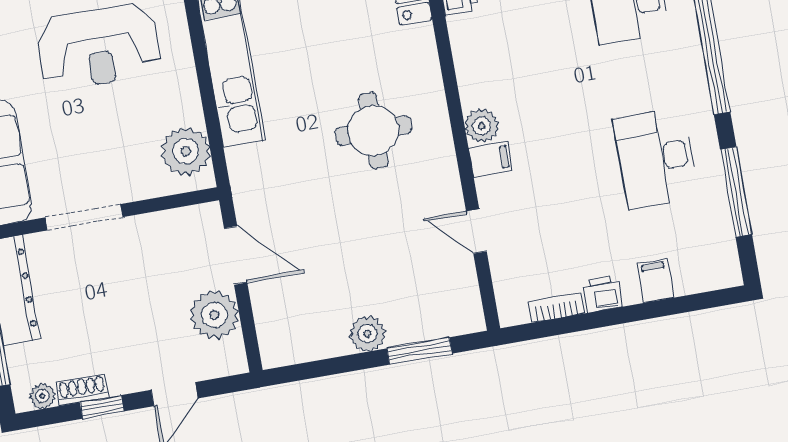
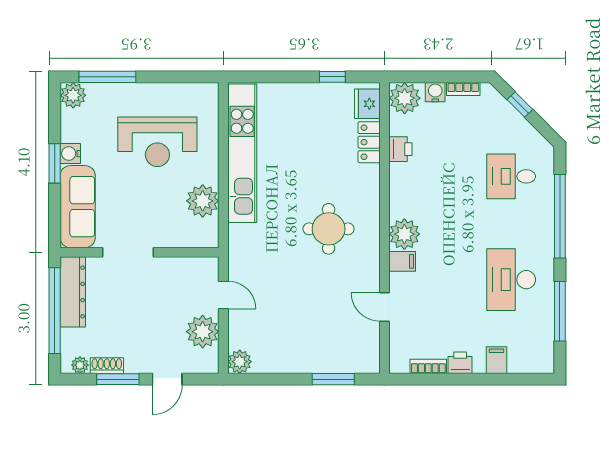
plant: (482, 126) -> (404, 234), width x1.36, depth x1.36
plant: (186, 151) -> (203, 201), moved
door: (236, 255) -> (223, 295), width x0.73
plant: (367, 334) -> (240, 362), moved
window: (102, 407) -> (118, 379), width x1.50

